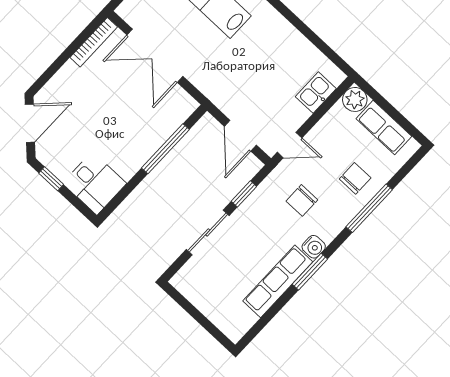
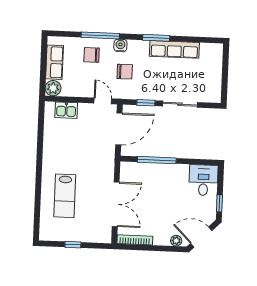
plant: (51, 90) -> (176, 241), added
door: (240, 136) -> (119, 129), width x1.36
water cooler: (314, 247) -> (120, 45), moved

